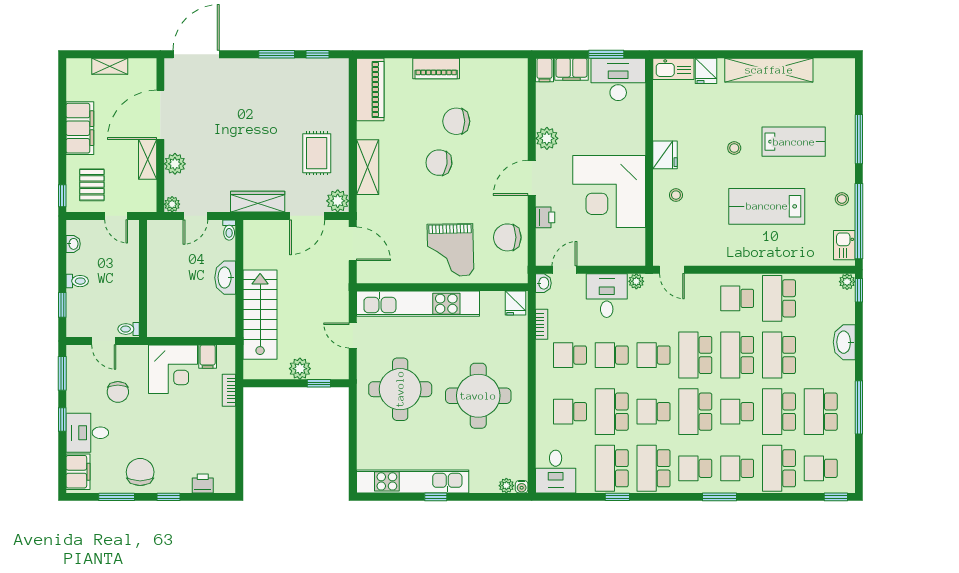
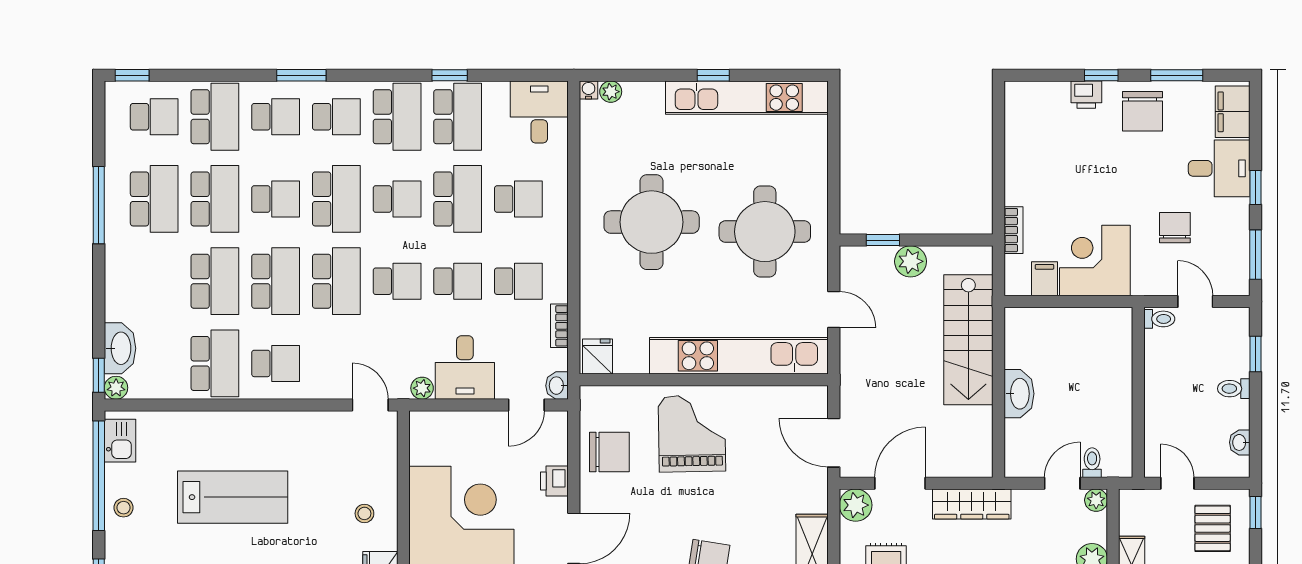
toilet: (229, 230) -> (1092, 463), moved
washbasin: (844, 342) -> (120, 348), moved
printer: (203, 484) -> (1086, 95), moved

